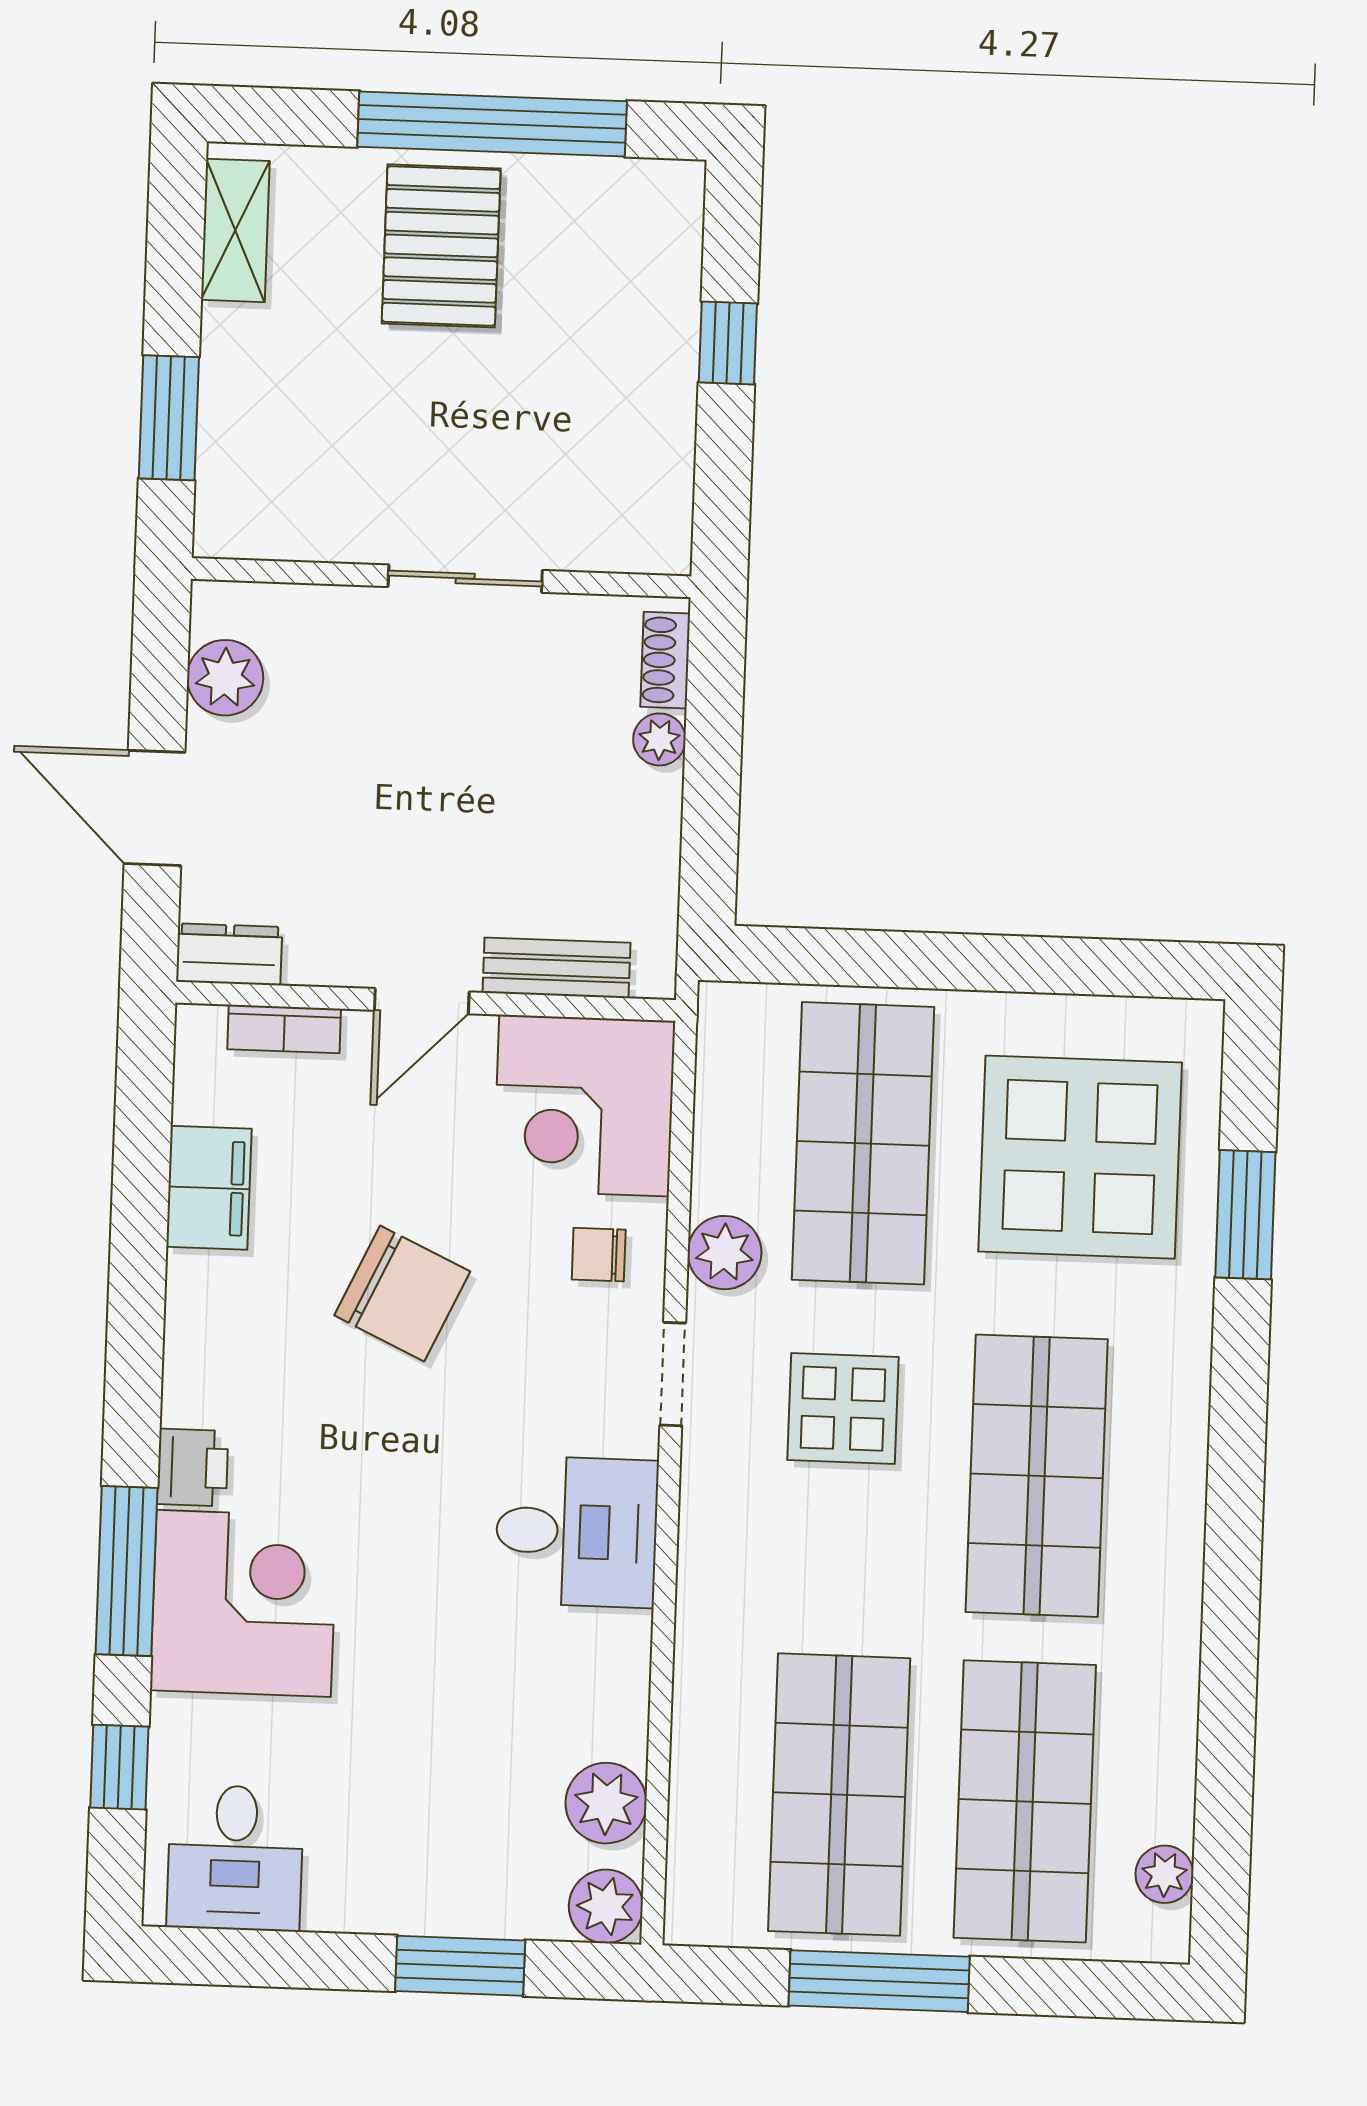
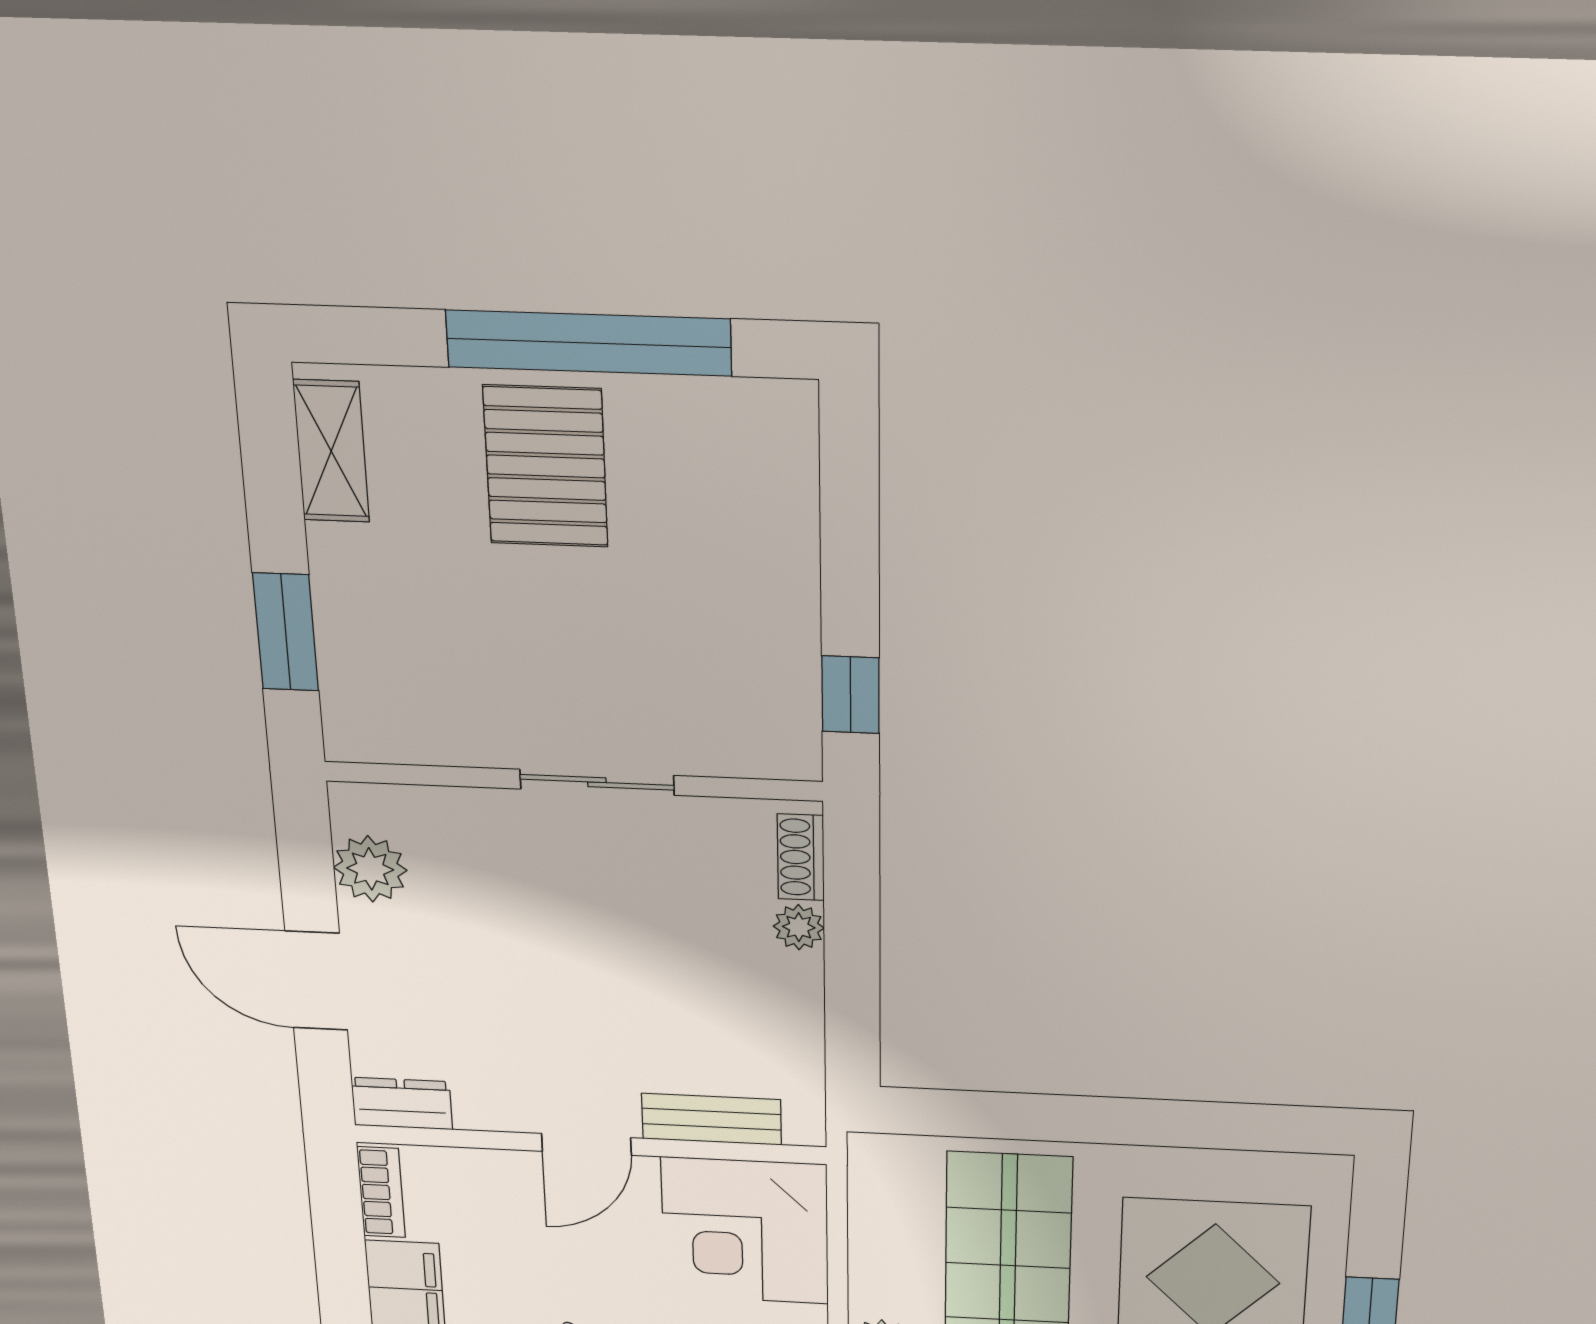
window: (728, 343) -> (851, 695), moved
bookcase: (284, 1029) -> (381, 1192), moved, turned -90

